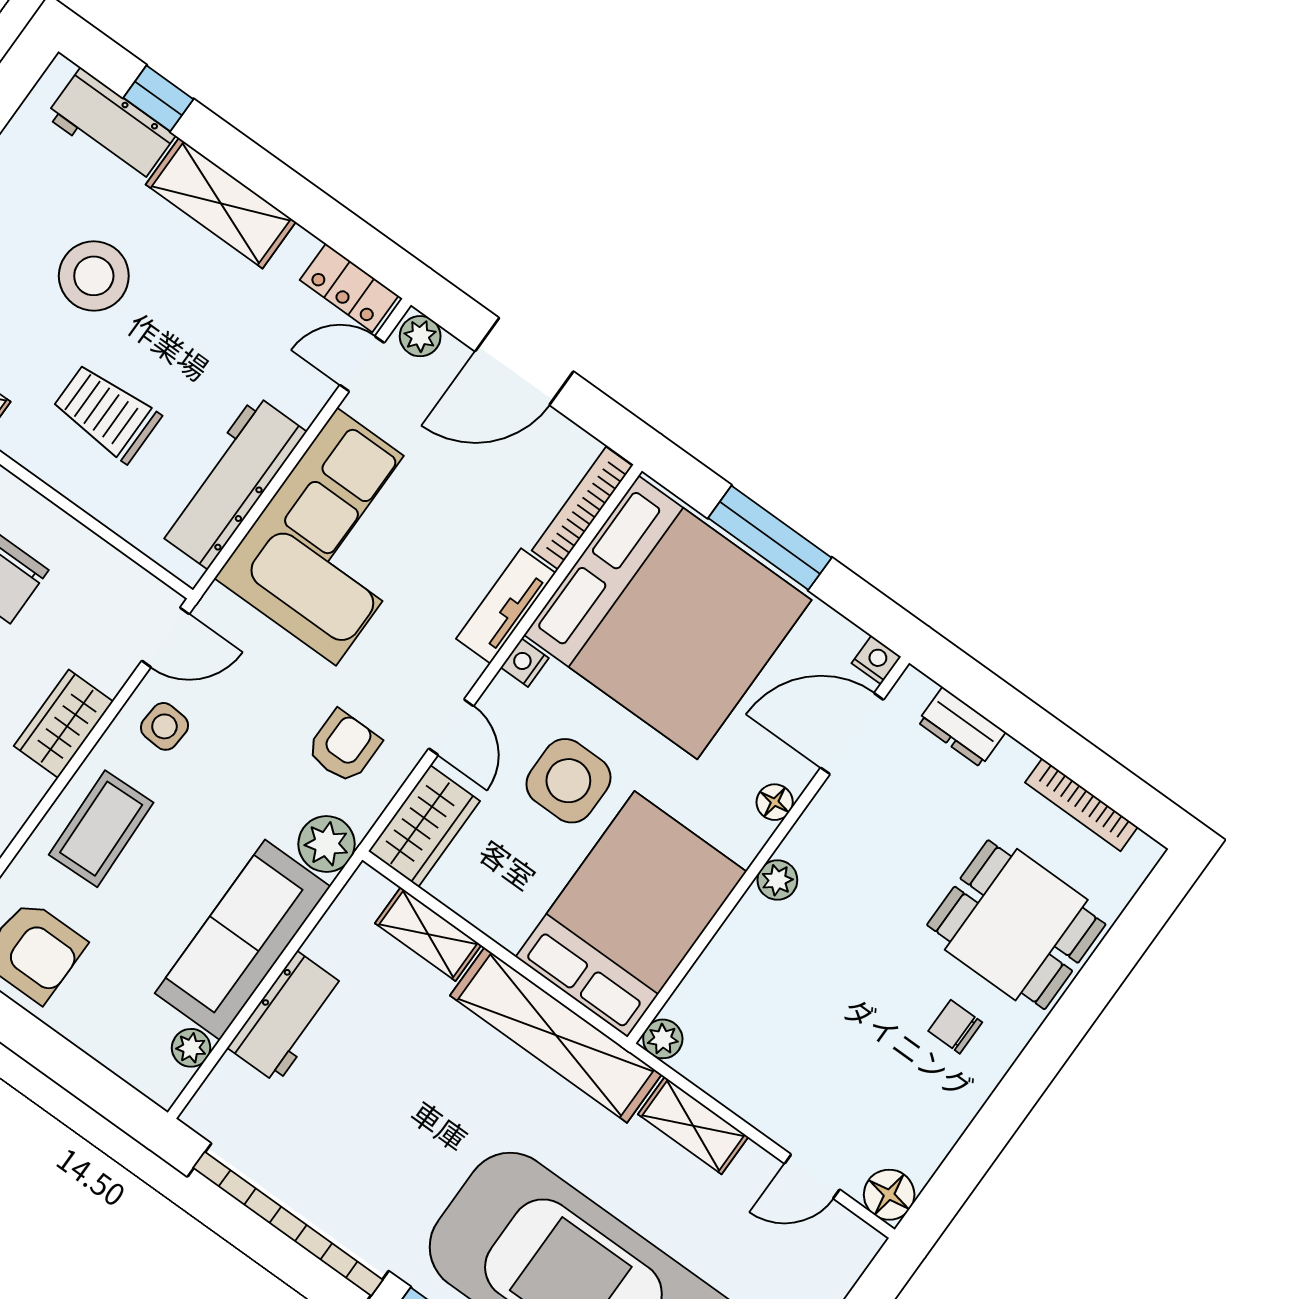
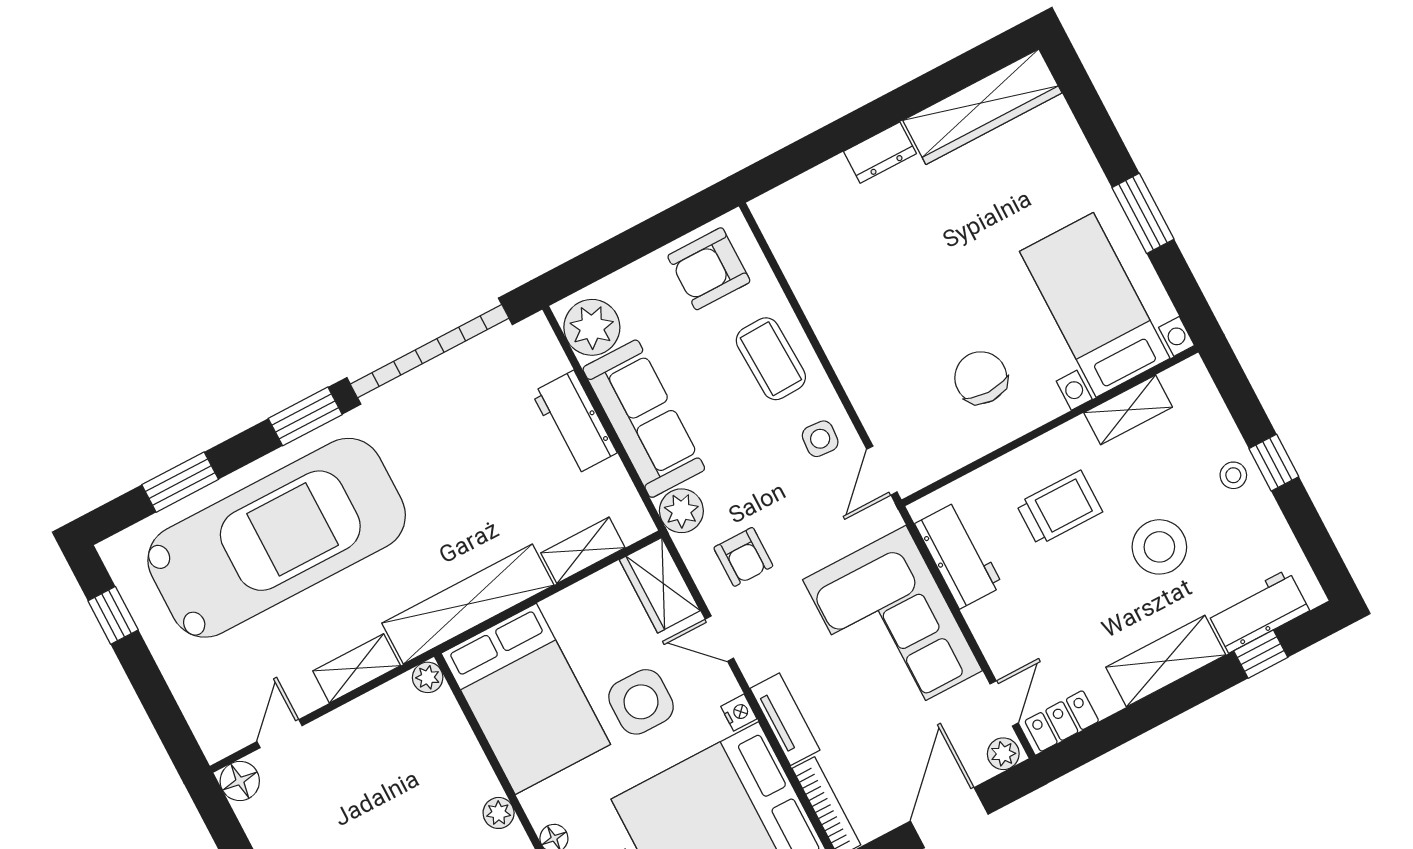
workbench: (231, 482) -> (959, 555), width x0.73
wardrobe: (63, 724) -> (857, 369), removed
plant: (191, 1048) -> (592, 327), width x1.88, depth x1.88

